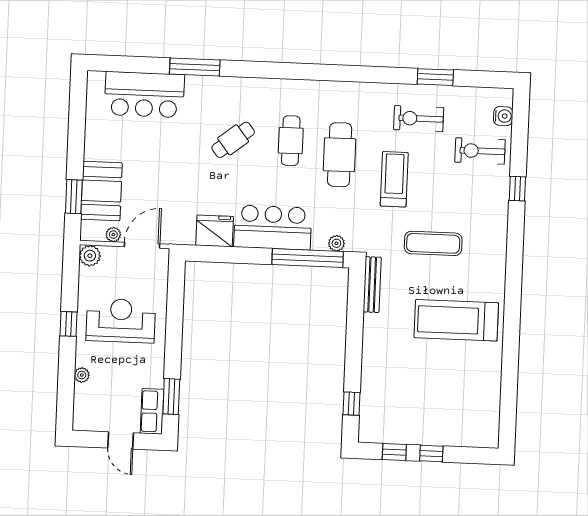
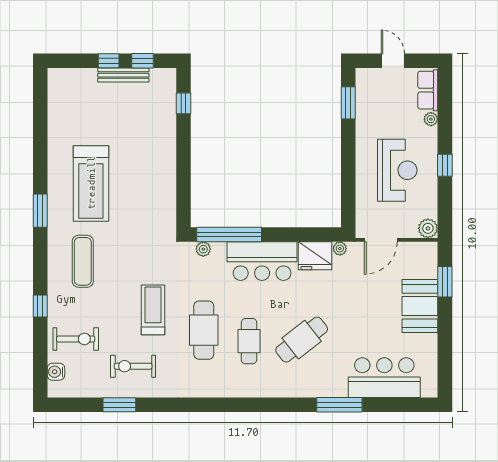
exercise bike: (419, 119) -> (133, 366), turned 180
cafe table: (233, 140) -> (302, 340), width x1.37, depth x1.35
treadmill: (394, 179) -> (153, 310), turned 180
booth: (101, 191) -> (420, 306), moved
plant: (113, 235) -> (340, 249), moved
exercise mat: (433, 243) -> (83, 261), moved, turned 90
bench: (372, 285) -> (123, 75), moved, turned 90
window: (513, 293) -> (40, 211), added
treadmill: (456, 320) -> (91, 183), turned 90
reception desk: (121, 321) -> (397, 170), turned -90
row of seats: (152, 411) -> (428, 90), moved, turned 180

